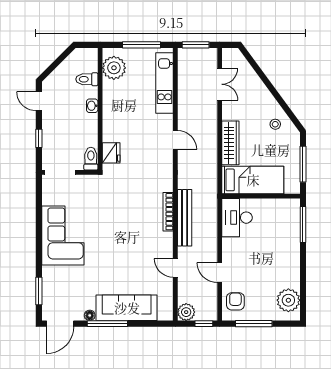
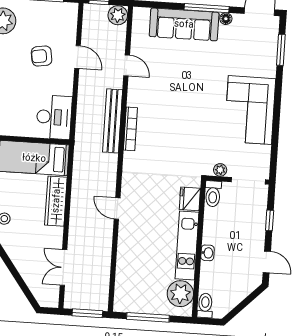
toilet: (87, 79) -> (205, 305), moved, turned -90
kitchen unit: (165, 83) -> (187, 246), moved, turned 180
plant: (86, 180) -> (220, 170), added
armchair: (235, 301) -> (42, 56), moved, turned 81

